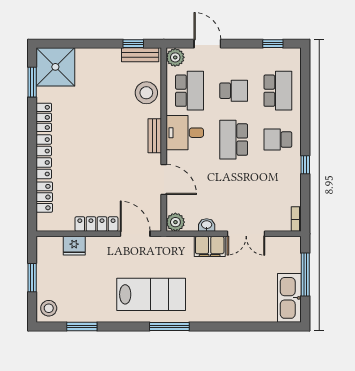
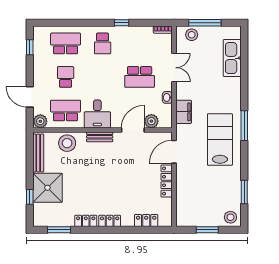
window: (133, 44) -> (30, 197), moved
door: (207, 44) -> (30, 97), hinge flipped
bench: (140, 55) -> (38, 153), width x1.36
shower: (55, 67) -> (47, 188), moved
school desk: (234, 140) -> (140, 77), moved
locker: (44, 157) -> (110, 221), width x0.66
plant: (175, 222) -> (151, 121), moved
fridge: (74, 246) -> (183, 198), removed
filing cabinet: (210, 246) -> (184, 112), moved
stool: (289, 257) -> (192, 35), added
kitchen sink: (289, 298) -> (232, 58), moved, turned 90

